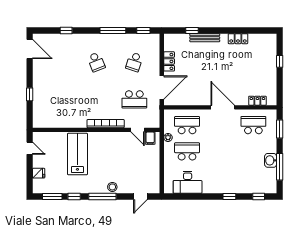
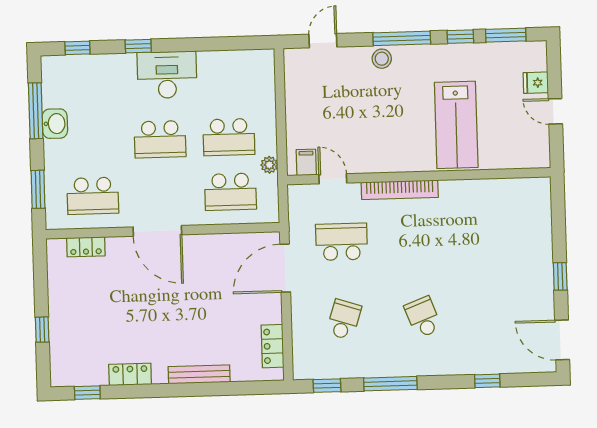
window: (192, 30) -> (87, 393), moved
locker: (169, 61) -> (272, 346), moved
window: (30, 94) -> (560, 276), moved
door: (30, 148) -> (555, 111), moved
school desk: (220, 151) -> (160, 139), added
desk: (188, 182) -> (167, 75), moved

